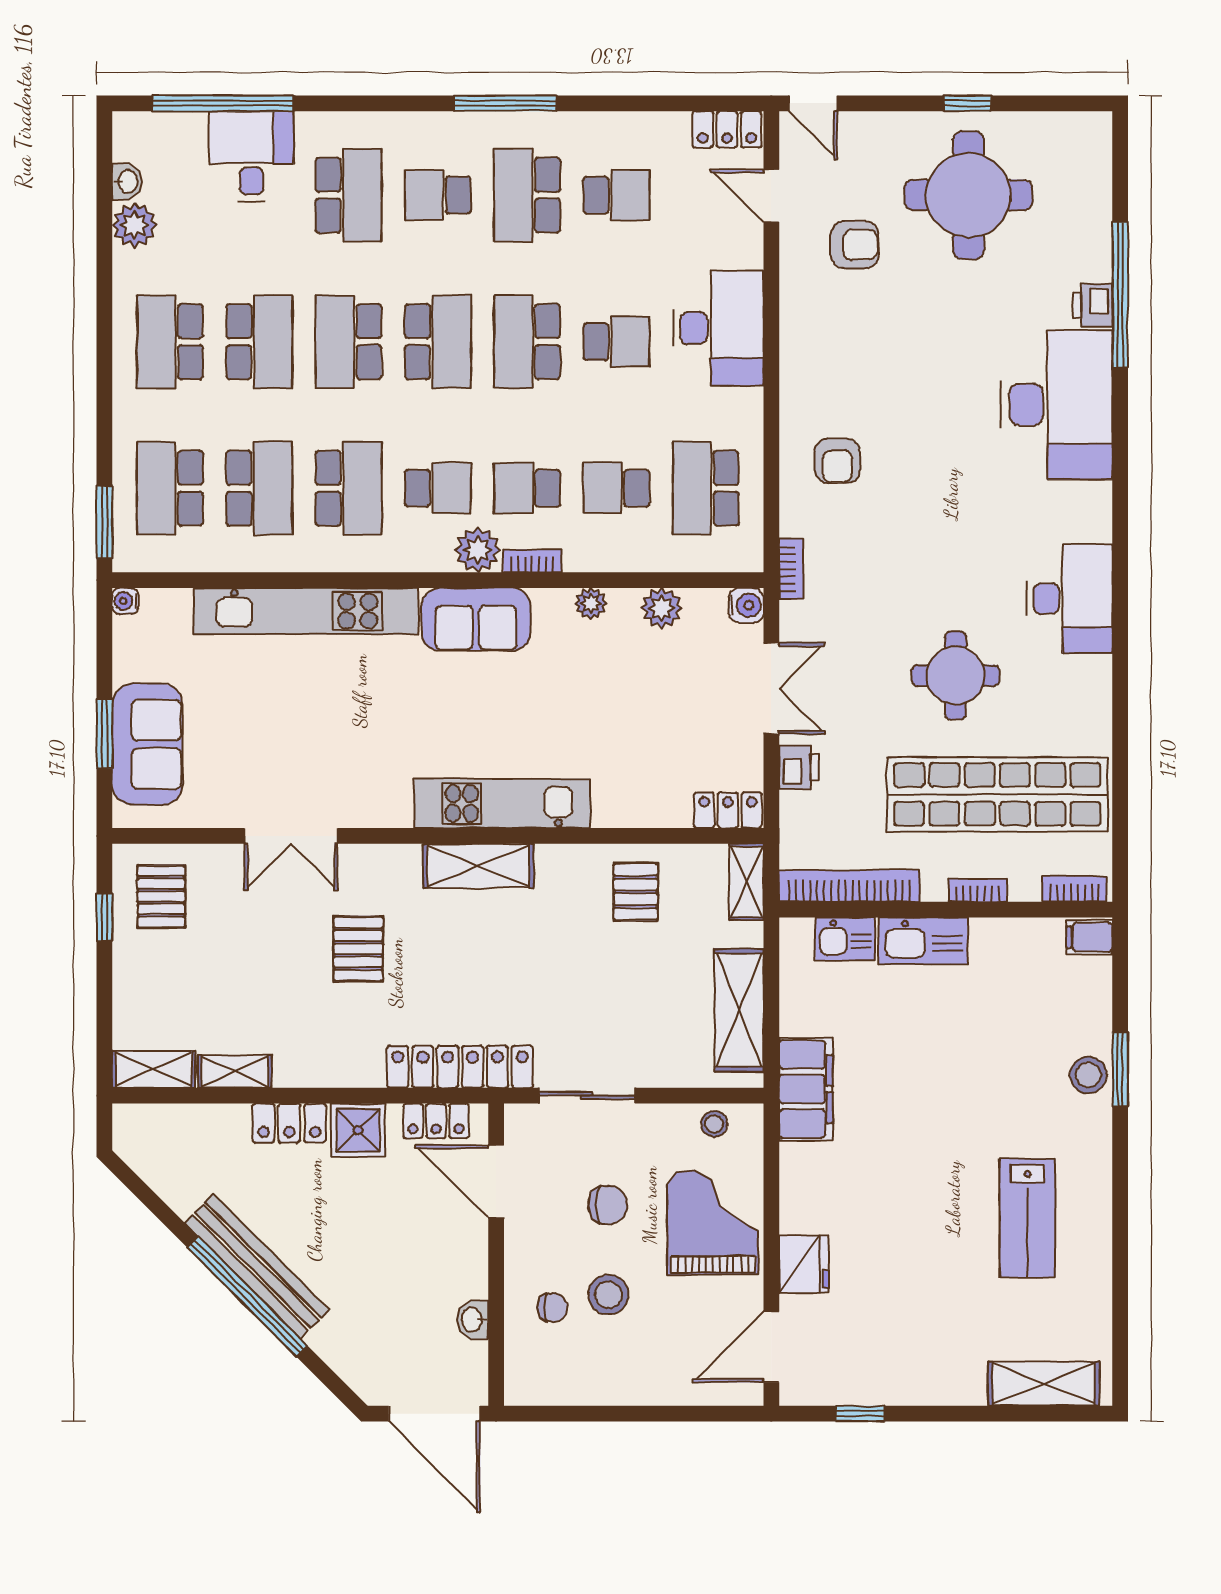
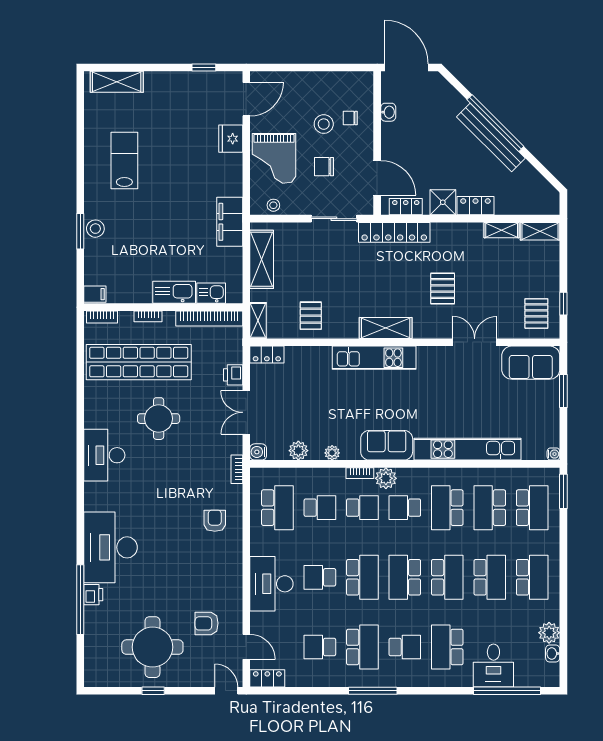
school desk: (259, 342) -> (490, 577), turned 180
sofa: (147, 744) -> (531, 363), moved, turned -90

